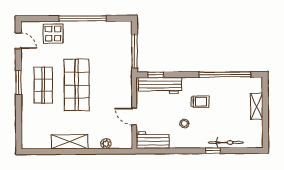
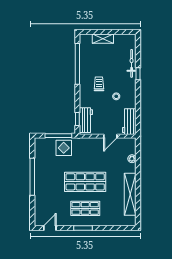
display table: (53, 34) -> (64, 148), moved
workbench: (160, 85) -> (86, 120), width x0.73
shelving: (70, 142) -> (130, 194), width x1.47

